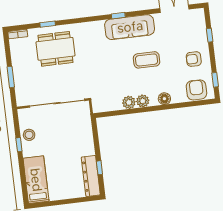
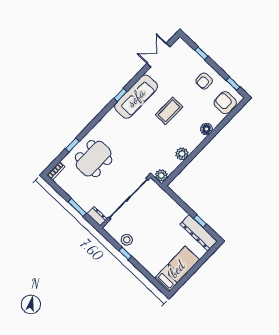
dresser: (21, 97) -> (97, 216), added
plant: (143, 101) -> (161, 175), moved
bed: (36, 180) -> (177, 269), moved, turned 90

